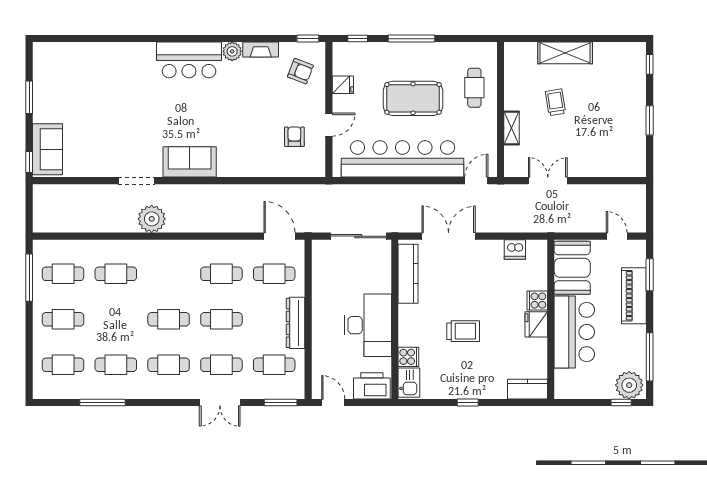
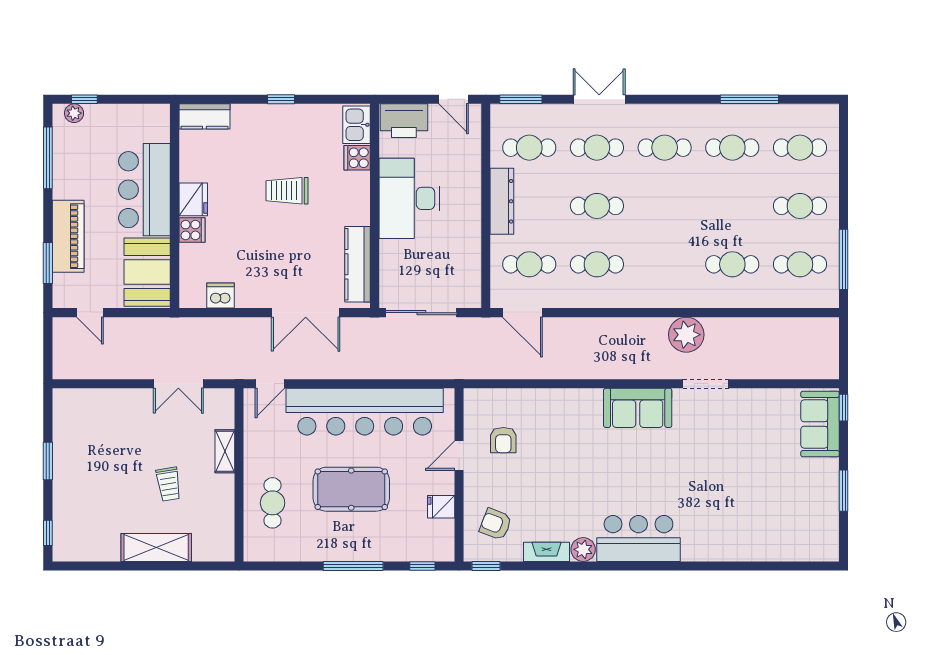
cafe table: (169, 319) -> (665, 206), removed
plant: (629, 385) -> (74, 113), width x0.53, depth x0.53

